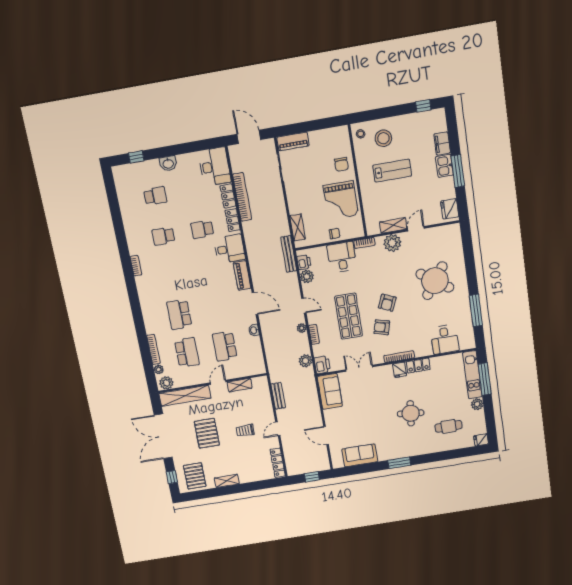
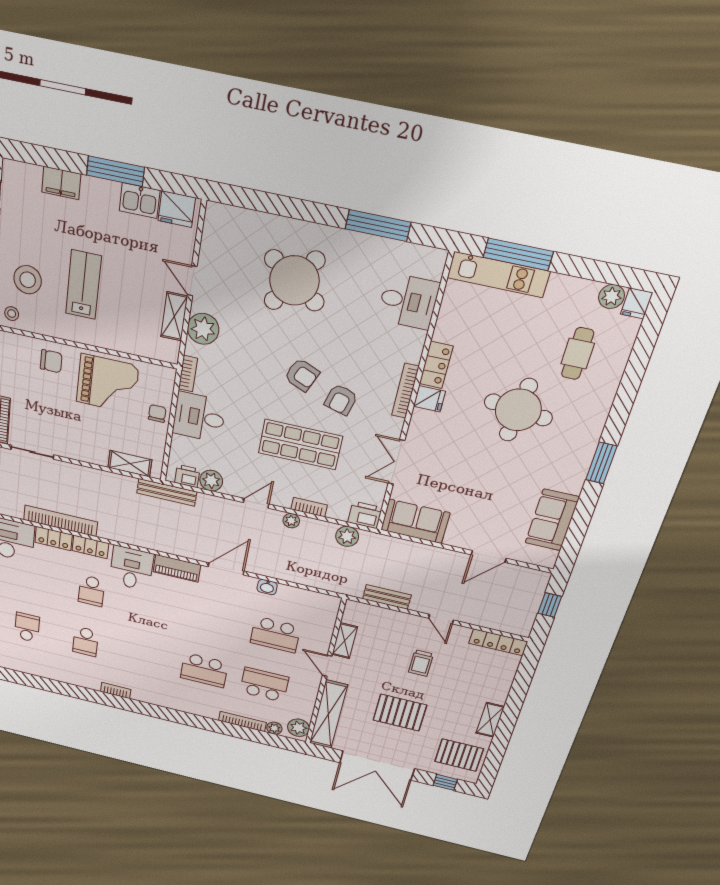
kitchen sink: (444, 166) -> (140, 201), moved
plant: (477, 404) -> (612, 296), moved
round table: (411, 413) -> (518, 410), width x1.36, depth x1.36

